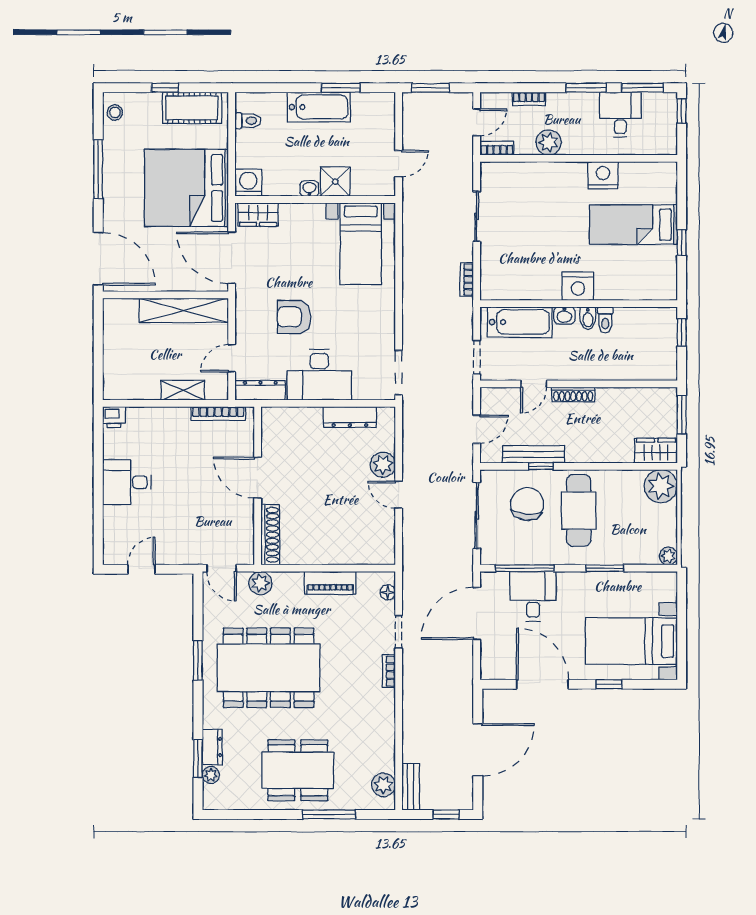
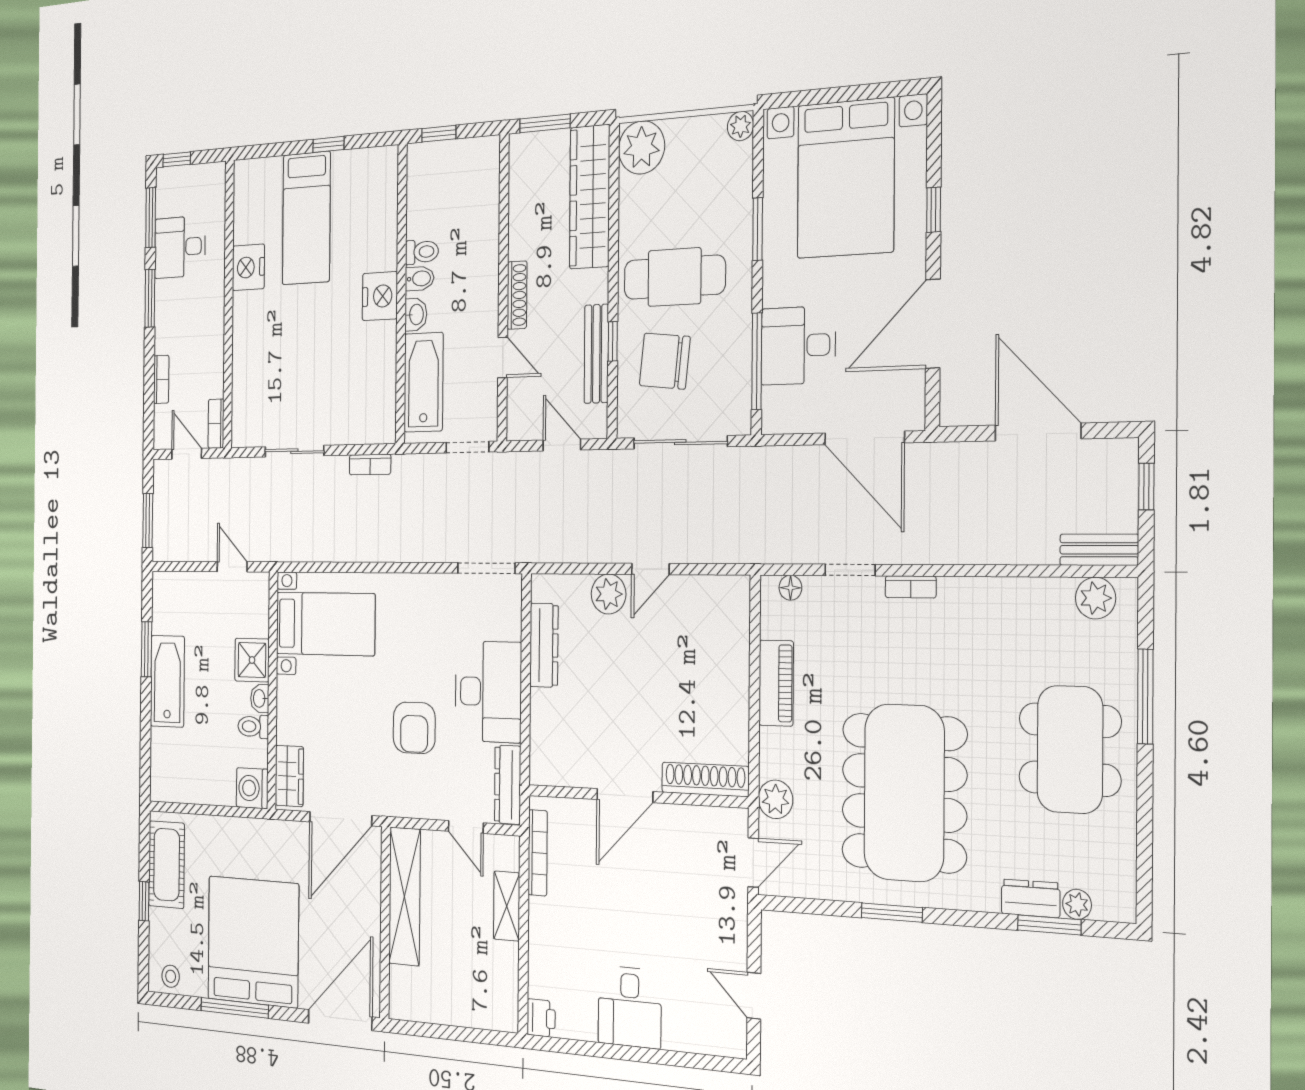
toilet: (248, 121) -> (253, 727), moved, turned -90
plant: (549, 142) -> (210, 349), removed
bed: (186, 188) -> (253, 942), moved, turned 180
wardrobe: (656, 451) -> (590, 197), width x2.10, depth x1.17
door: (477, 613) -> (864, 438), moved
bed with nightstands: (631, 641) -> (846, 178), width x1.36

